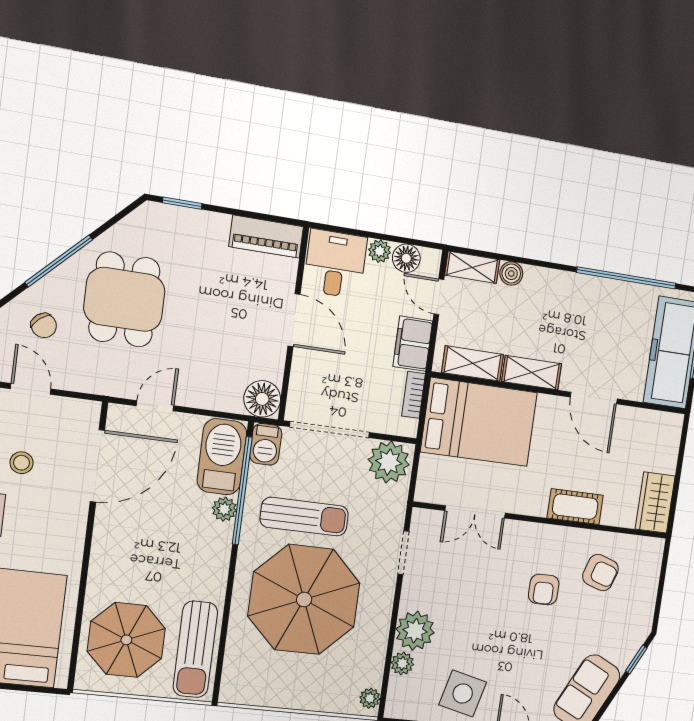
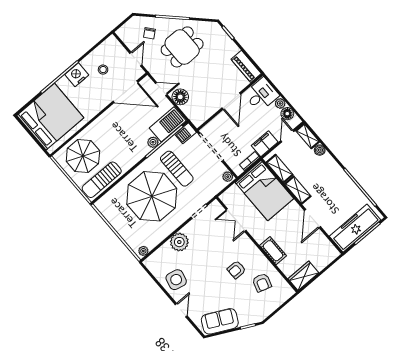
door: (31, 389) -> (136, 59), moved
floor lamp: (262, 399) -> (180, 97), moved
plant: (389, 462) -> (228, 177), width x0.53, depth x0.53
plant: (402, 663) -> (165, 249), removed

